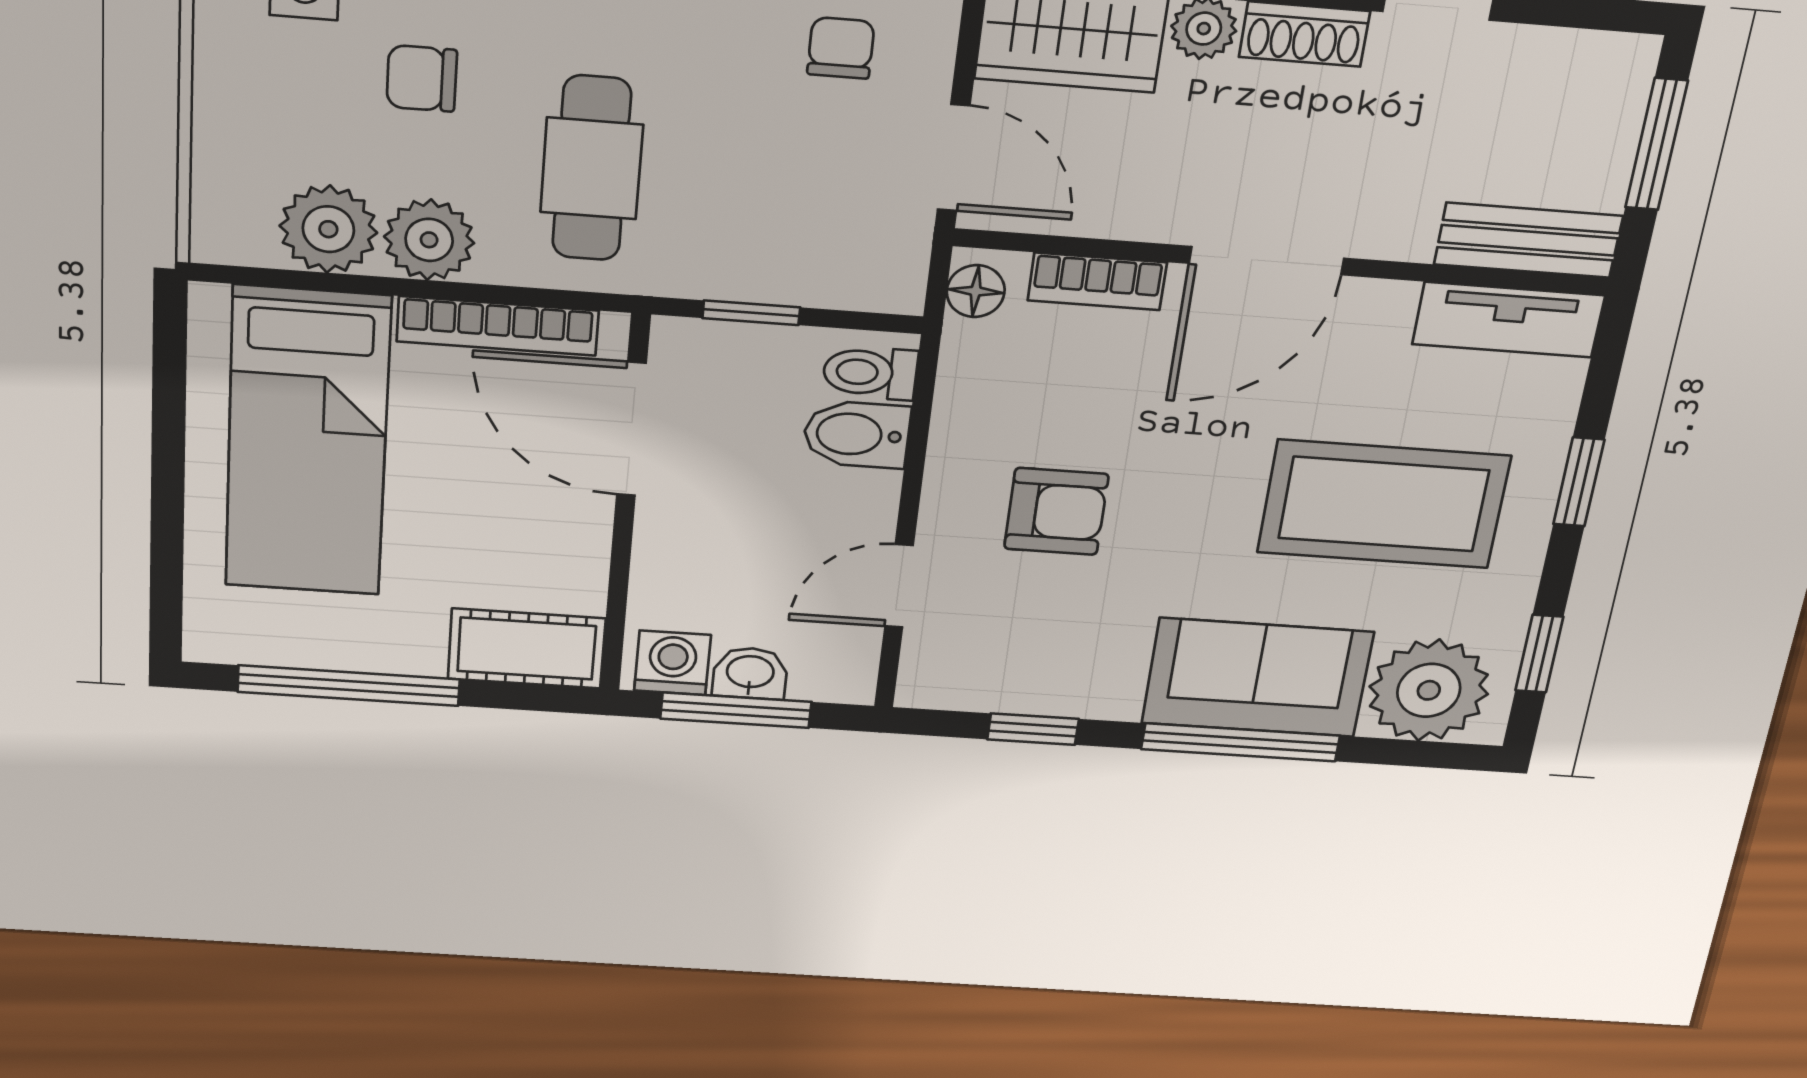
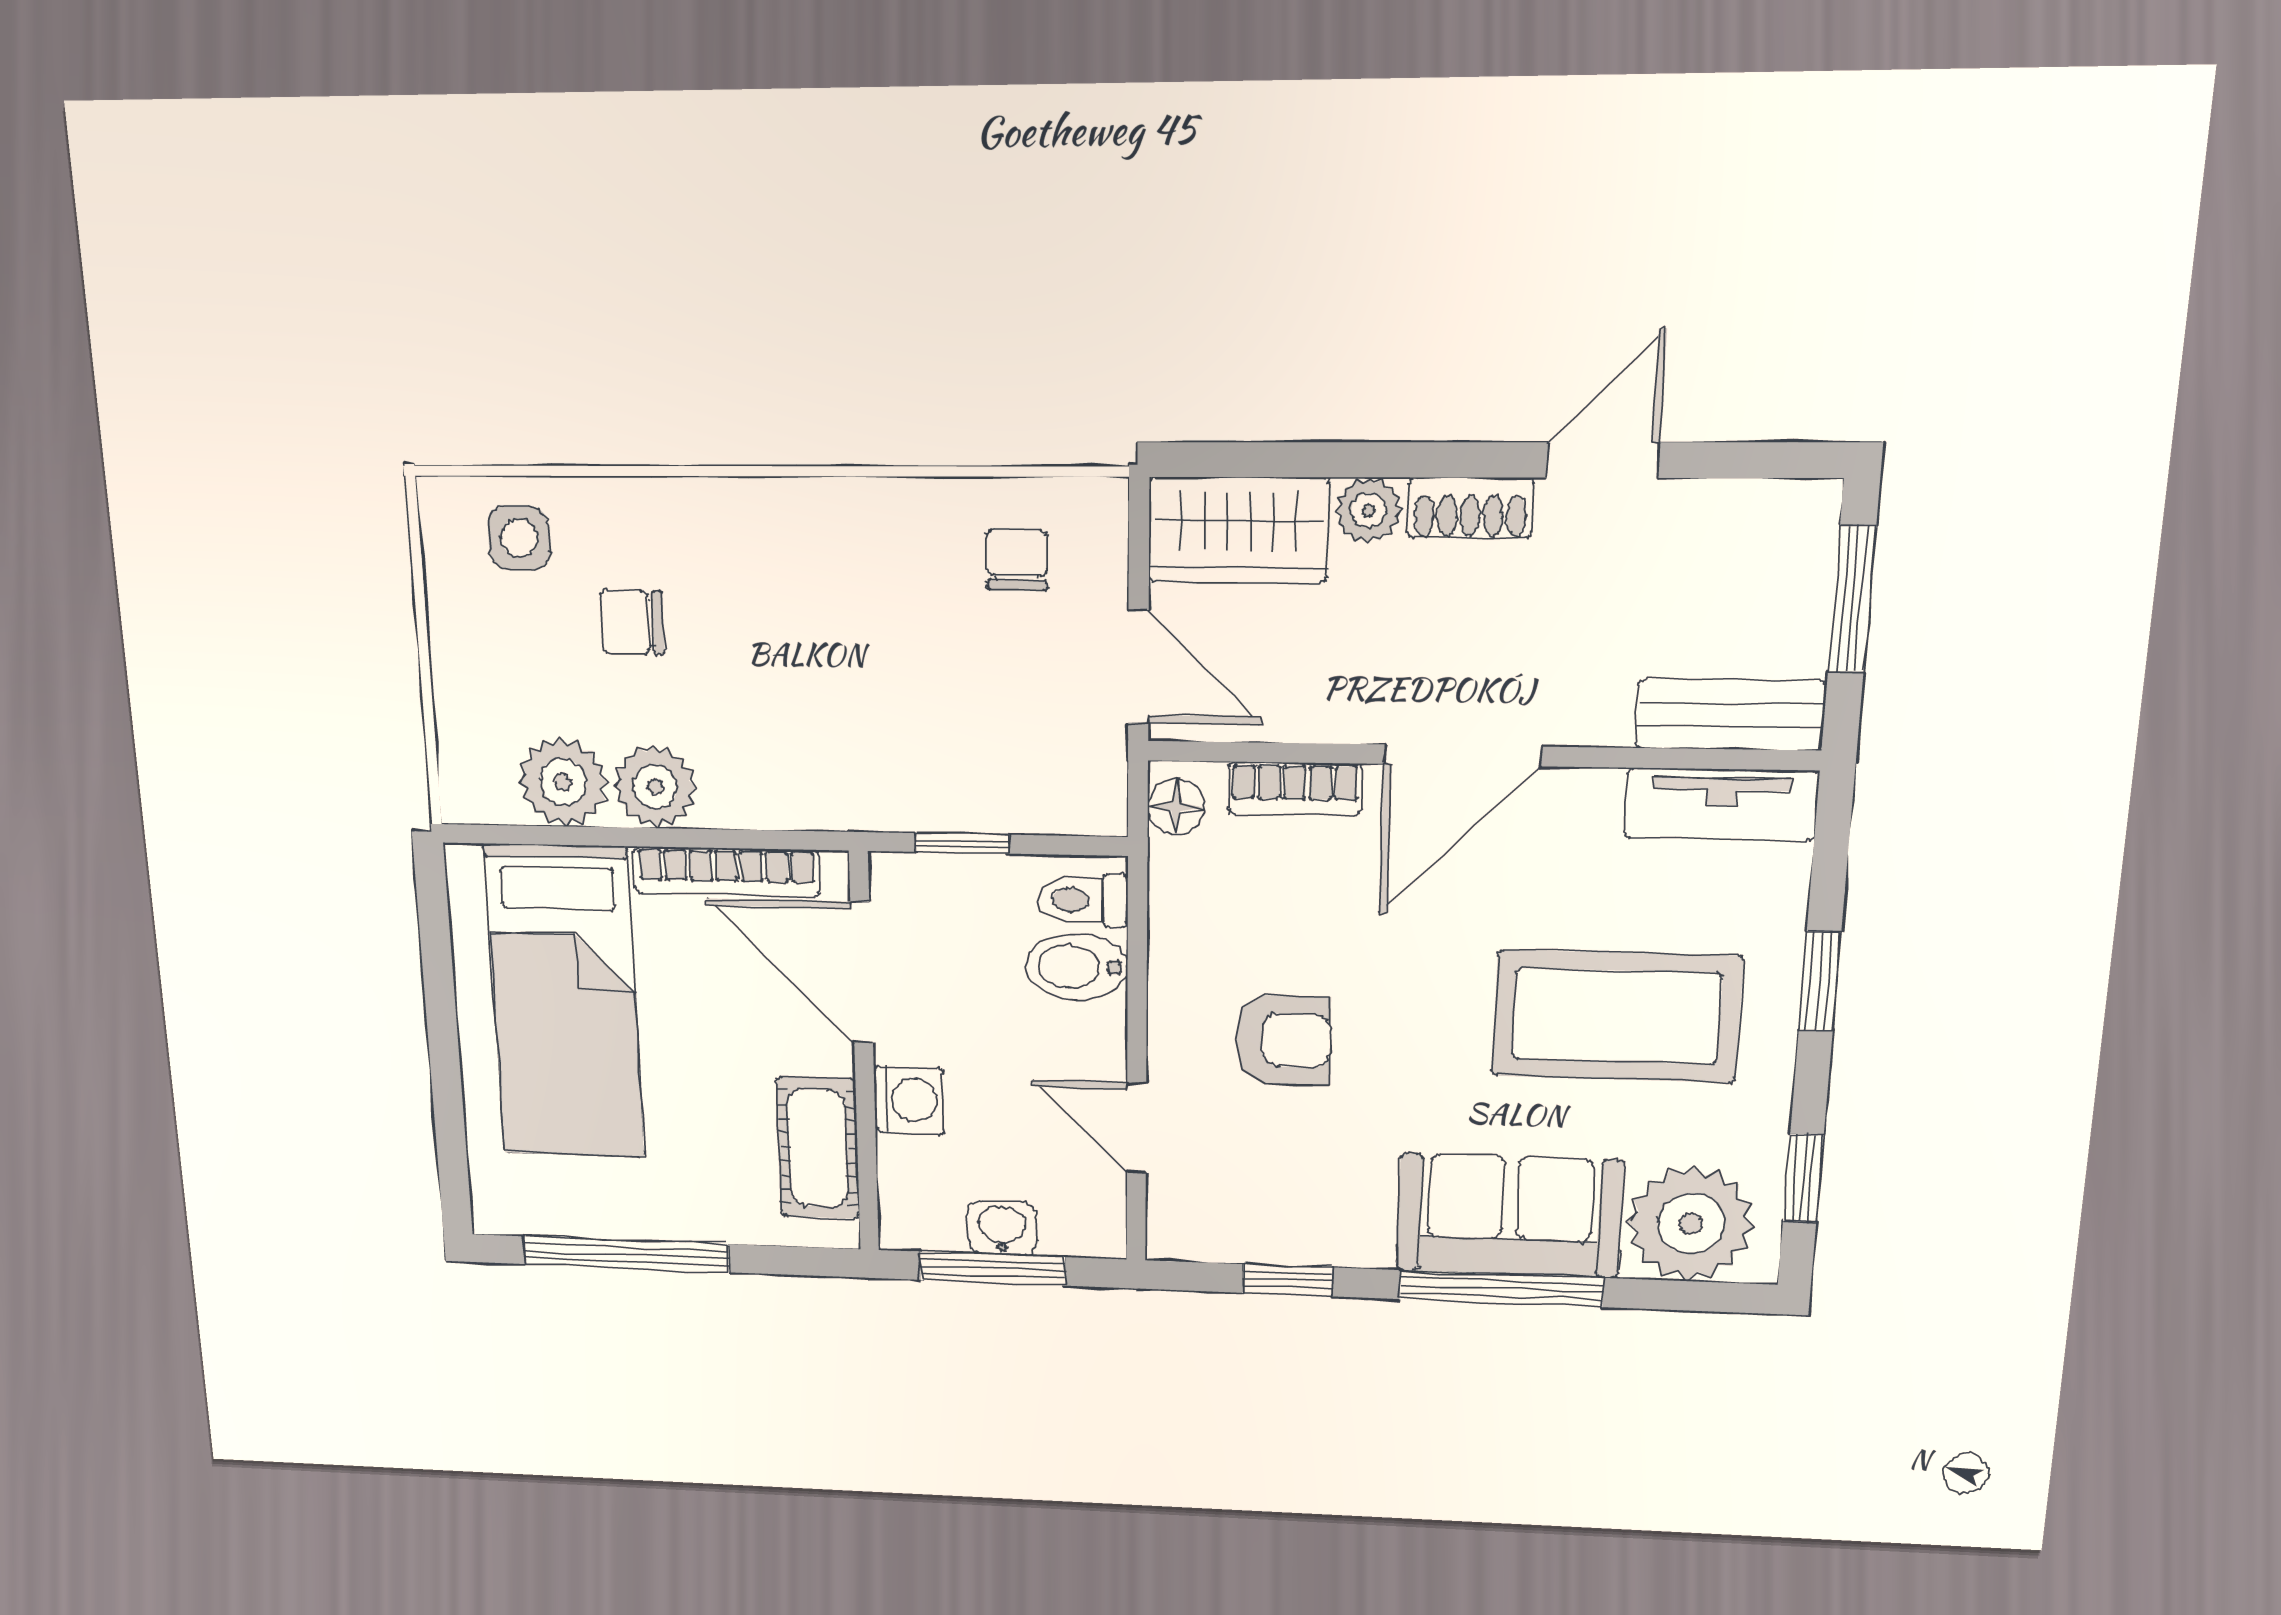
cafe table: (592, 168) -> (797, 703), removed
door: (899, 586) -> (1137, 1128), hinge flipped
cot: (527, 649) -> (818, 1148), moved, turned 90
washing machine: (673, 663) -> (909, 1100), moved, turned 90

